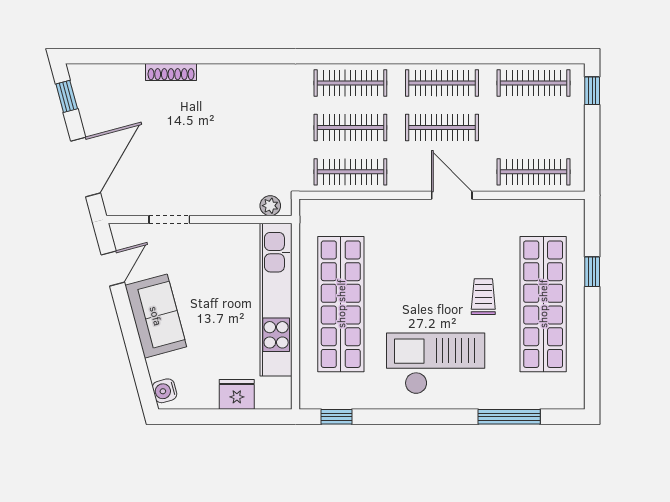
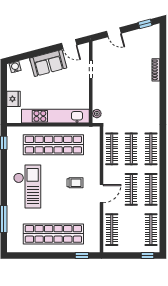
door: (86, 167) -> (114, 32), width x0.53
window: (592, 272) -> (82, 256), moved
trolley: (483, 297) -> (75, 183), moved

